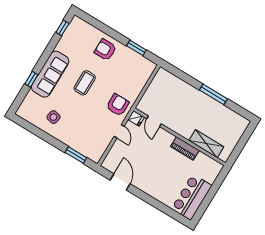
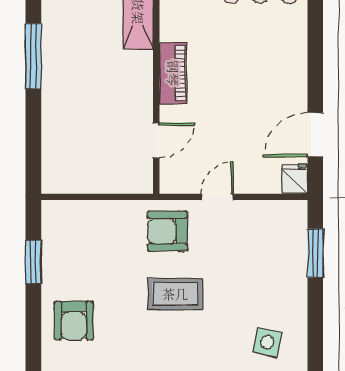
coffee table: (85, 83) -> (175, 294), moved
fridge: (136, 118) -> (295, 179), moved
piano: (185, 148) -> (173, 73), moved

